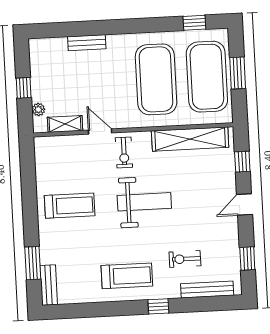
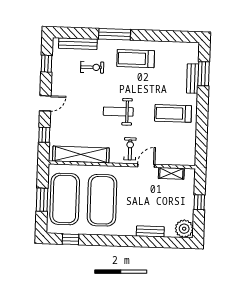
plant: (38, 109) -> (184, 229), moved, width x1.87, depth x1.87
door: (100, 132) -> (146, 166), swing flipped
weight bench: (144, 202) -> (118, 112), width x0.73, depth x0.75
bench: (49, 285) -> (193, 79), moved
window: (158, 306) -> (115, 34), width x2.17

